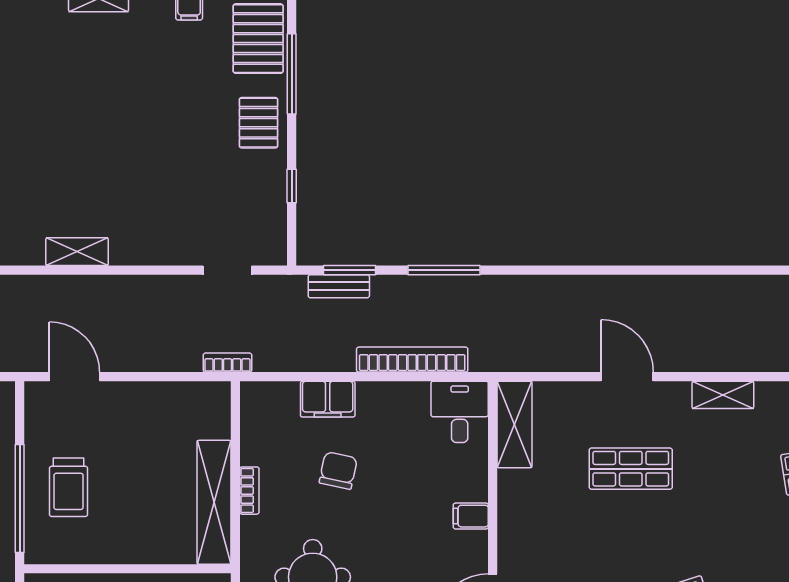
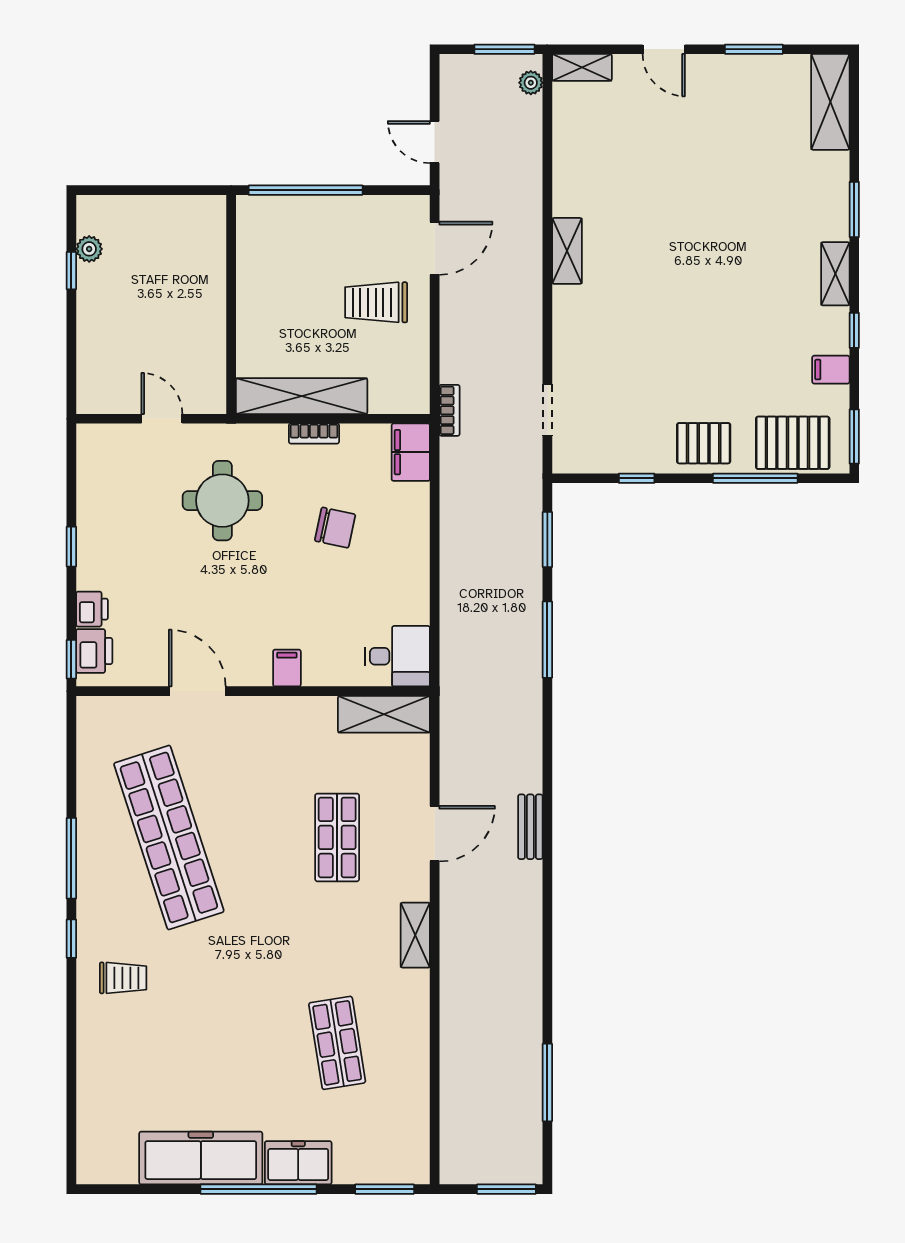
bench: (339, 286) -> (530, 827), moved
bookcase: (412, 360) -> (453, 606), removed
filing cabinet: (328, 399) -> (411, 452), moved
trolley: (69, 487) -> (376, 302), moved

